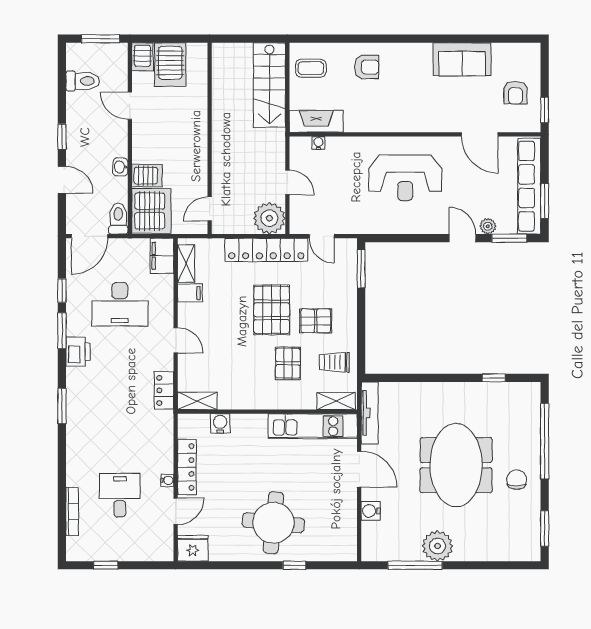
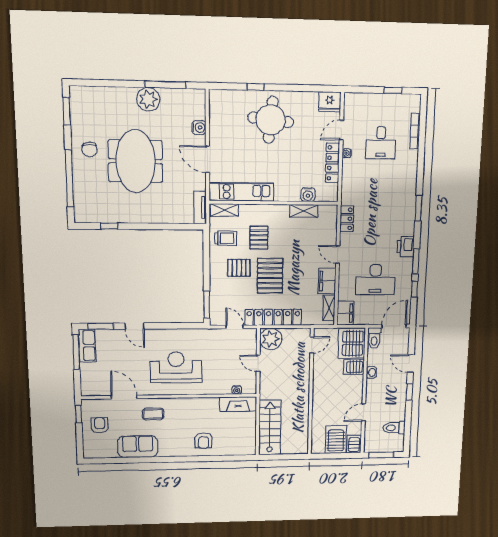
armchair: (367, 67) -> (203, 440), turned -90
coffee table: (311, 68) -> (153, 414), moved
door: (130, 106) -> (364, 412), swing flipped
row of seats: (529, 186) -> (87, 346), width x0.50
window: (545, 201) -> (76, 352), width x1.44
plant: (488, 226) -> (117, 334), removed
filing cabinet: (190, 293) -> (327, 281), width x2.00
desk: (120, 304) -> (375, 280), turned 180
shelving: (197, 401) -> (304, 211), moved
tv unit: (370, 413) -> (200, 208), width x0.71

